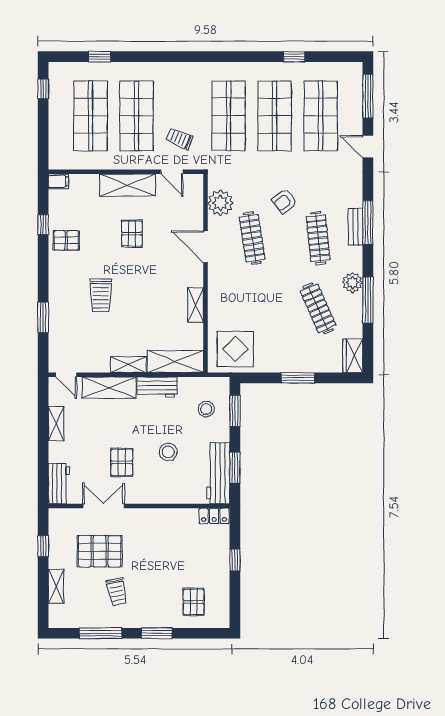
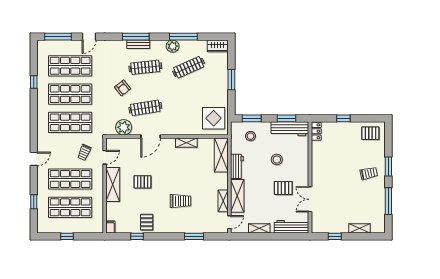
door: (169, 57) -> (34, 159), added
window: (43, 89) -> (67, 236), moved
shelving: (128, 365) -> (223, 201), moved
workbench: (59, 484) -> (292, 227), width x1.38
pallet: (100, 551) -> (338, 202), removed
trolley: (117, 592) -> (369, 173), moved
pallet: (194, 602) -> (370, 133), moved

